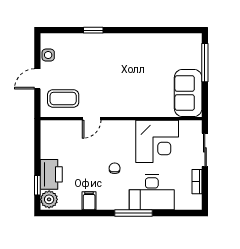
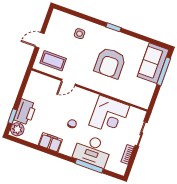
window: (93, 30) -> (113, 27), moved
side table: (48, 55) -> (79, 34), moved
armchair: (135, 76) -> (110, 63), added
sofa: (188, 93) -> (153, 63), moved
filing cabinet: (89, 201) -> (50, 142), width x2.00
window: (134, 213) -> (89, 166), moved

